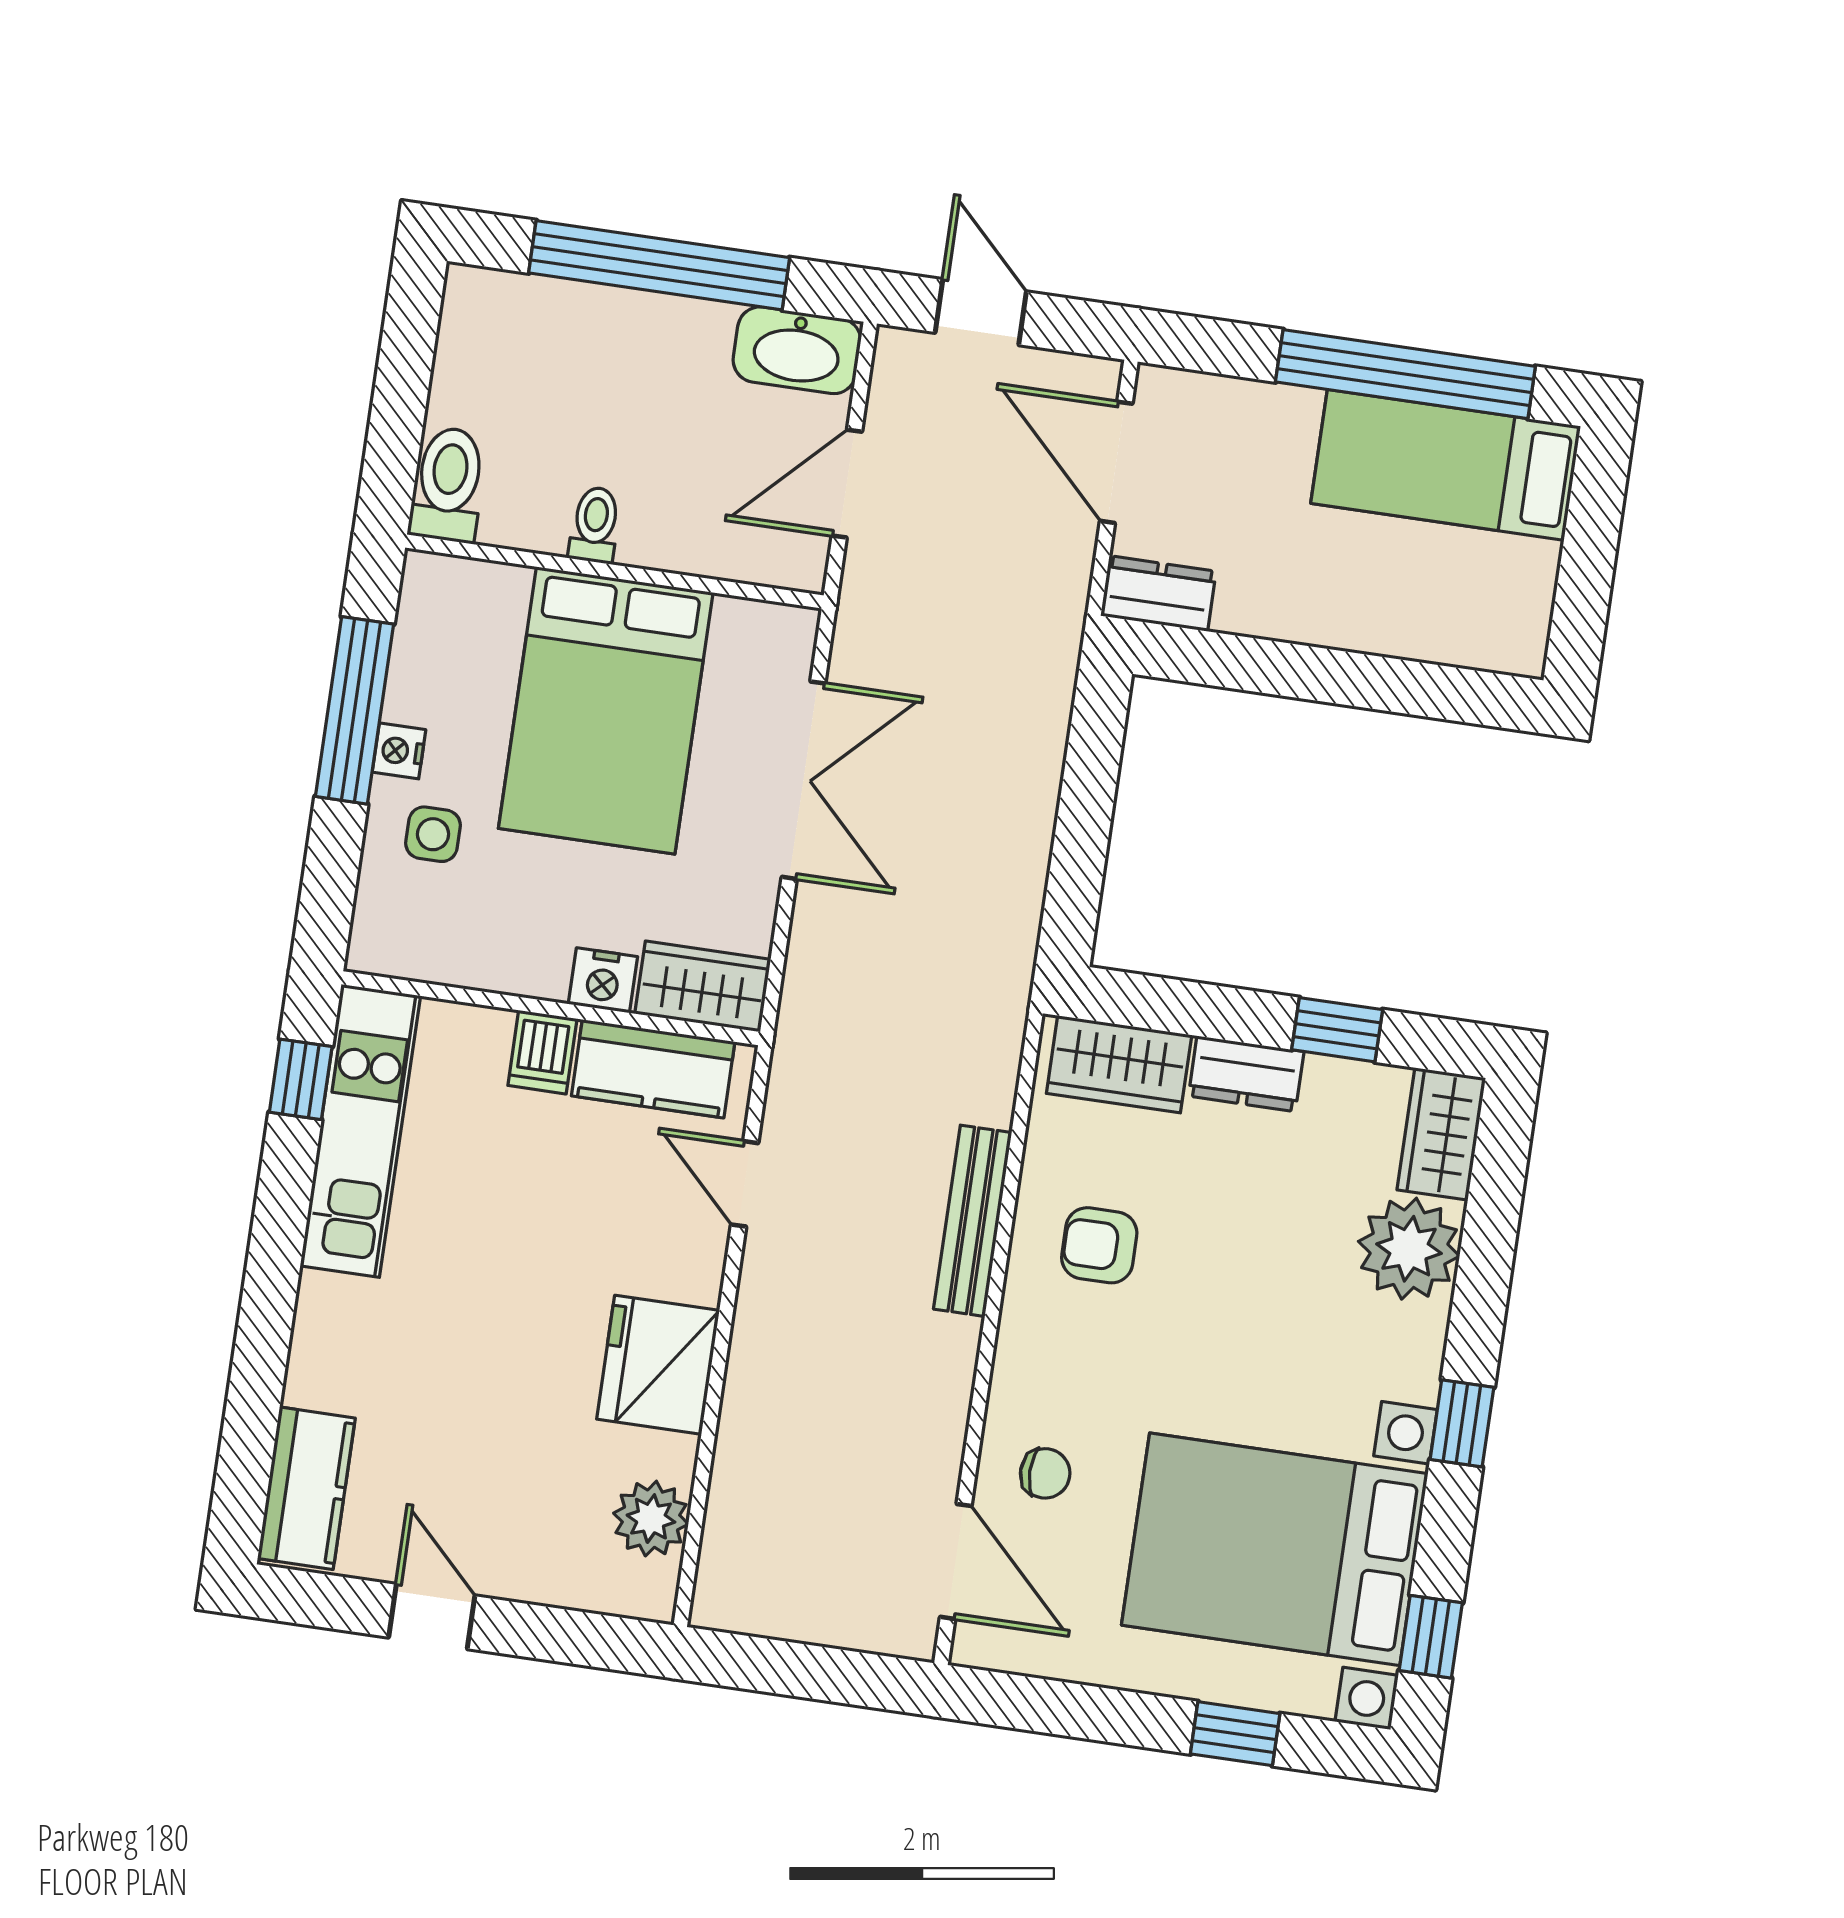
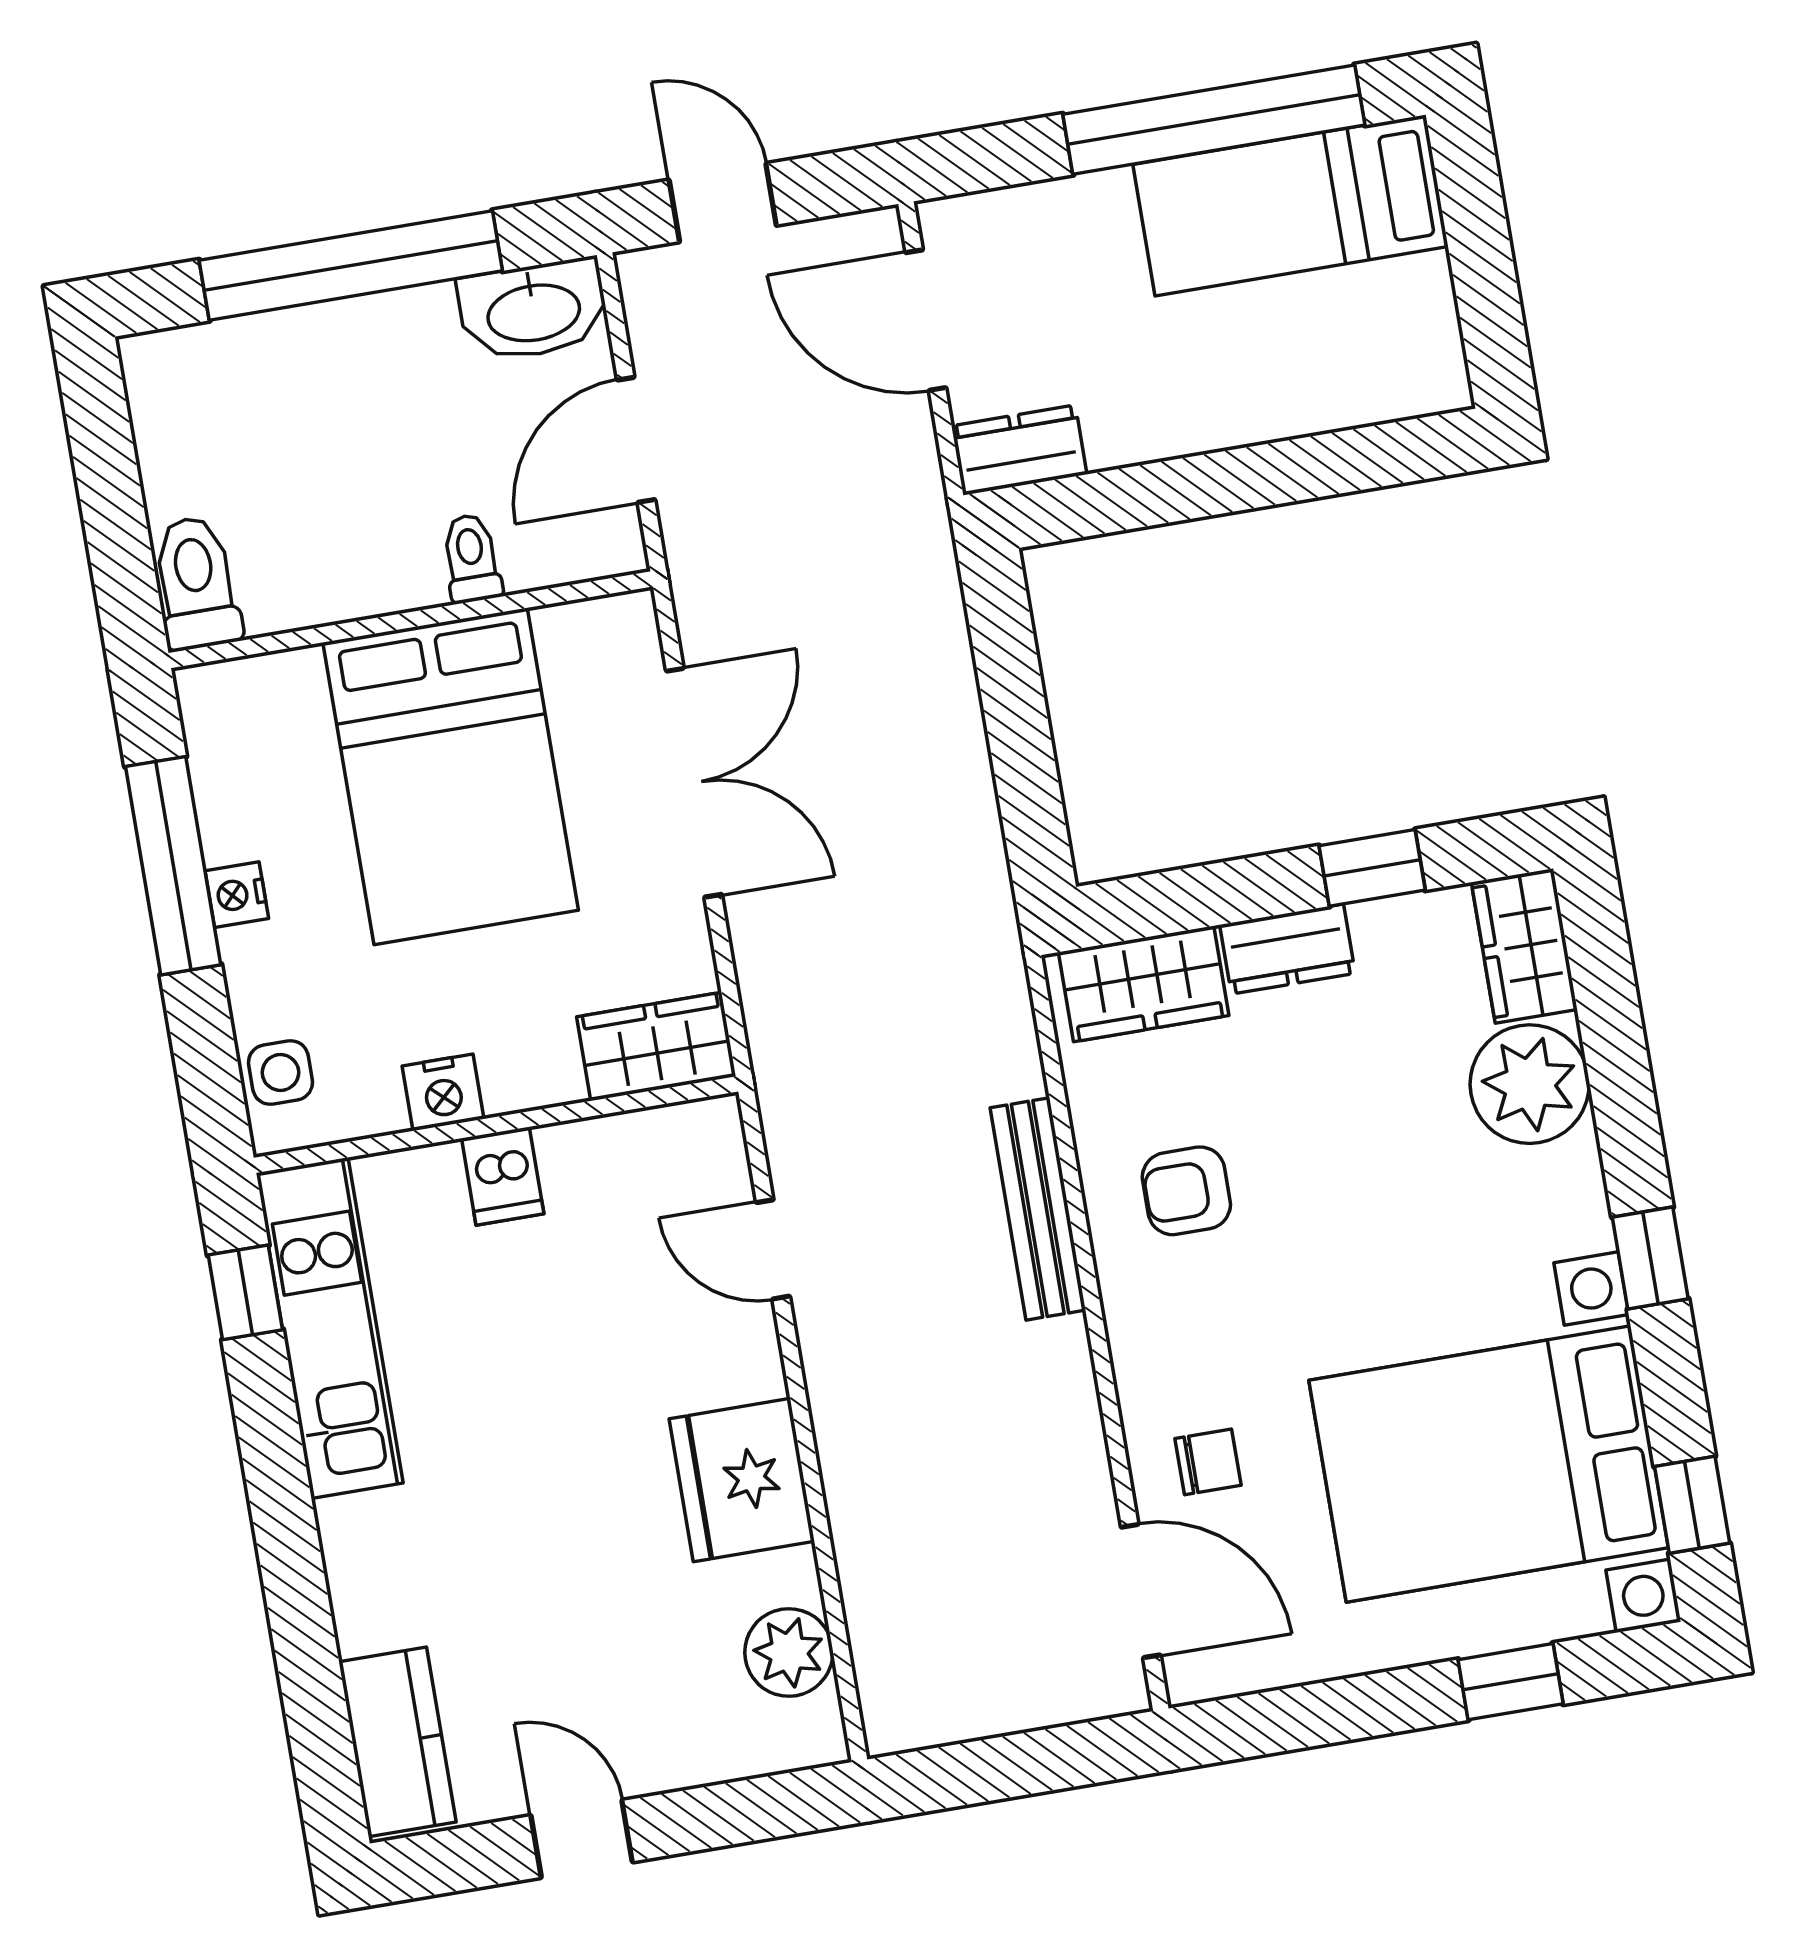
toilet: (595, 525) -> (471, 558), moved
side table: (433, 834) -> (280, 1073), moved
nightstand: (603, 980) -> (443, 1092), moved
kitchen counter: (653, 1069) -> (631, 1155), removed

